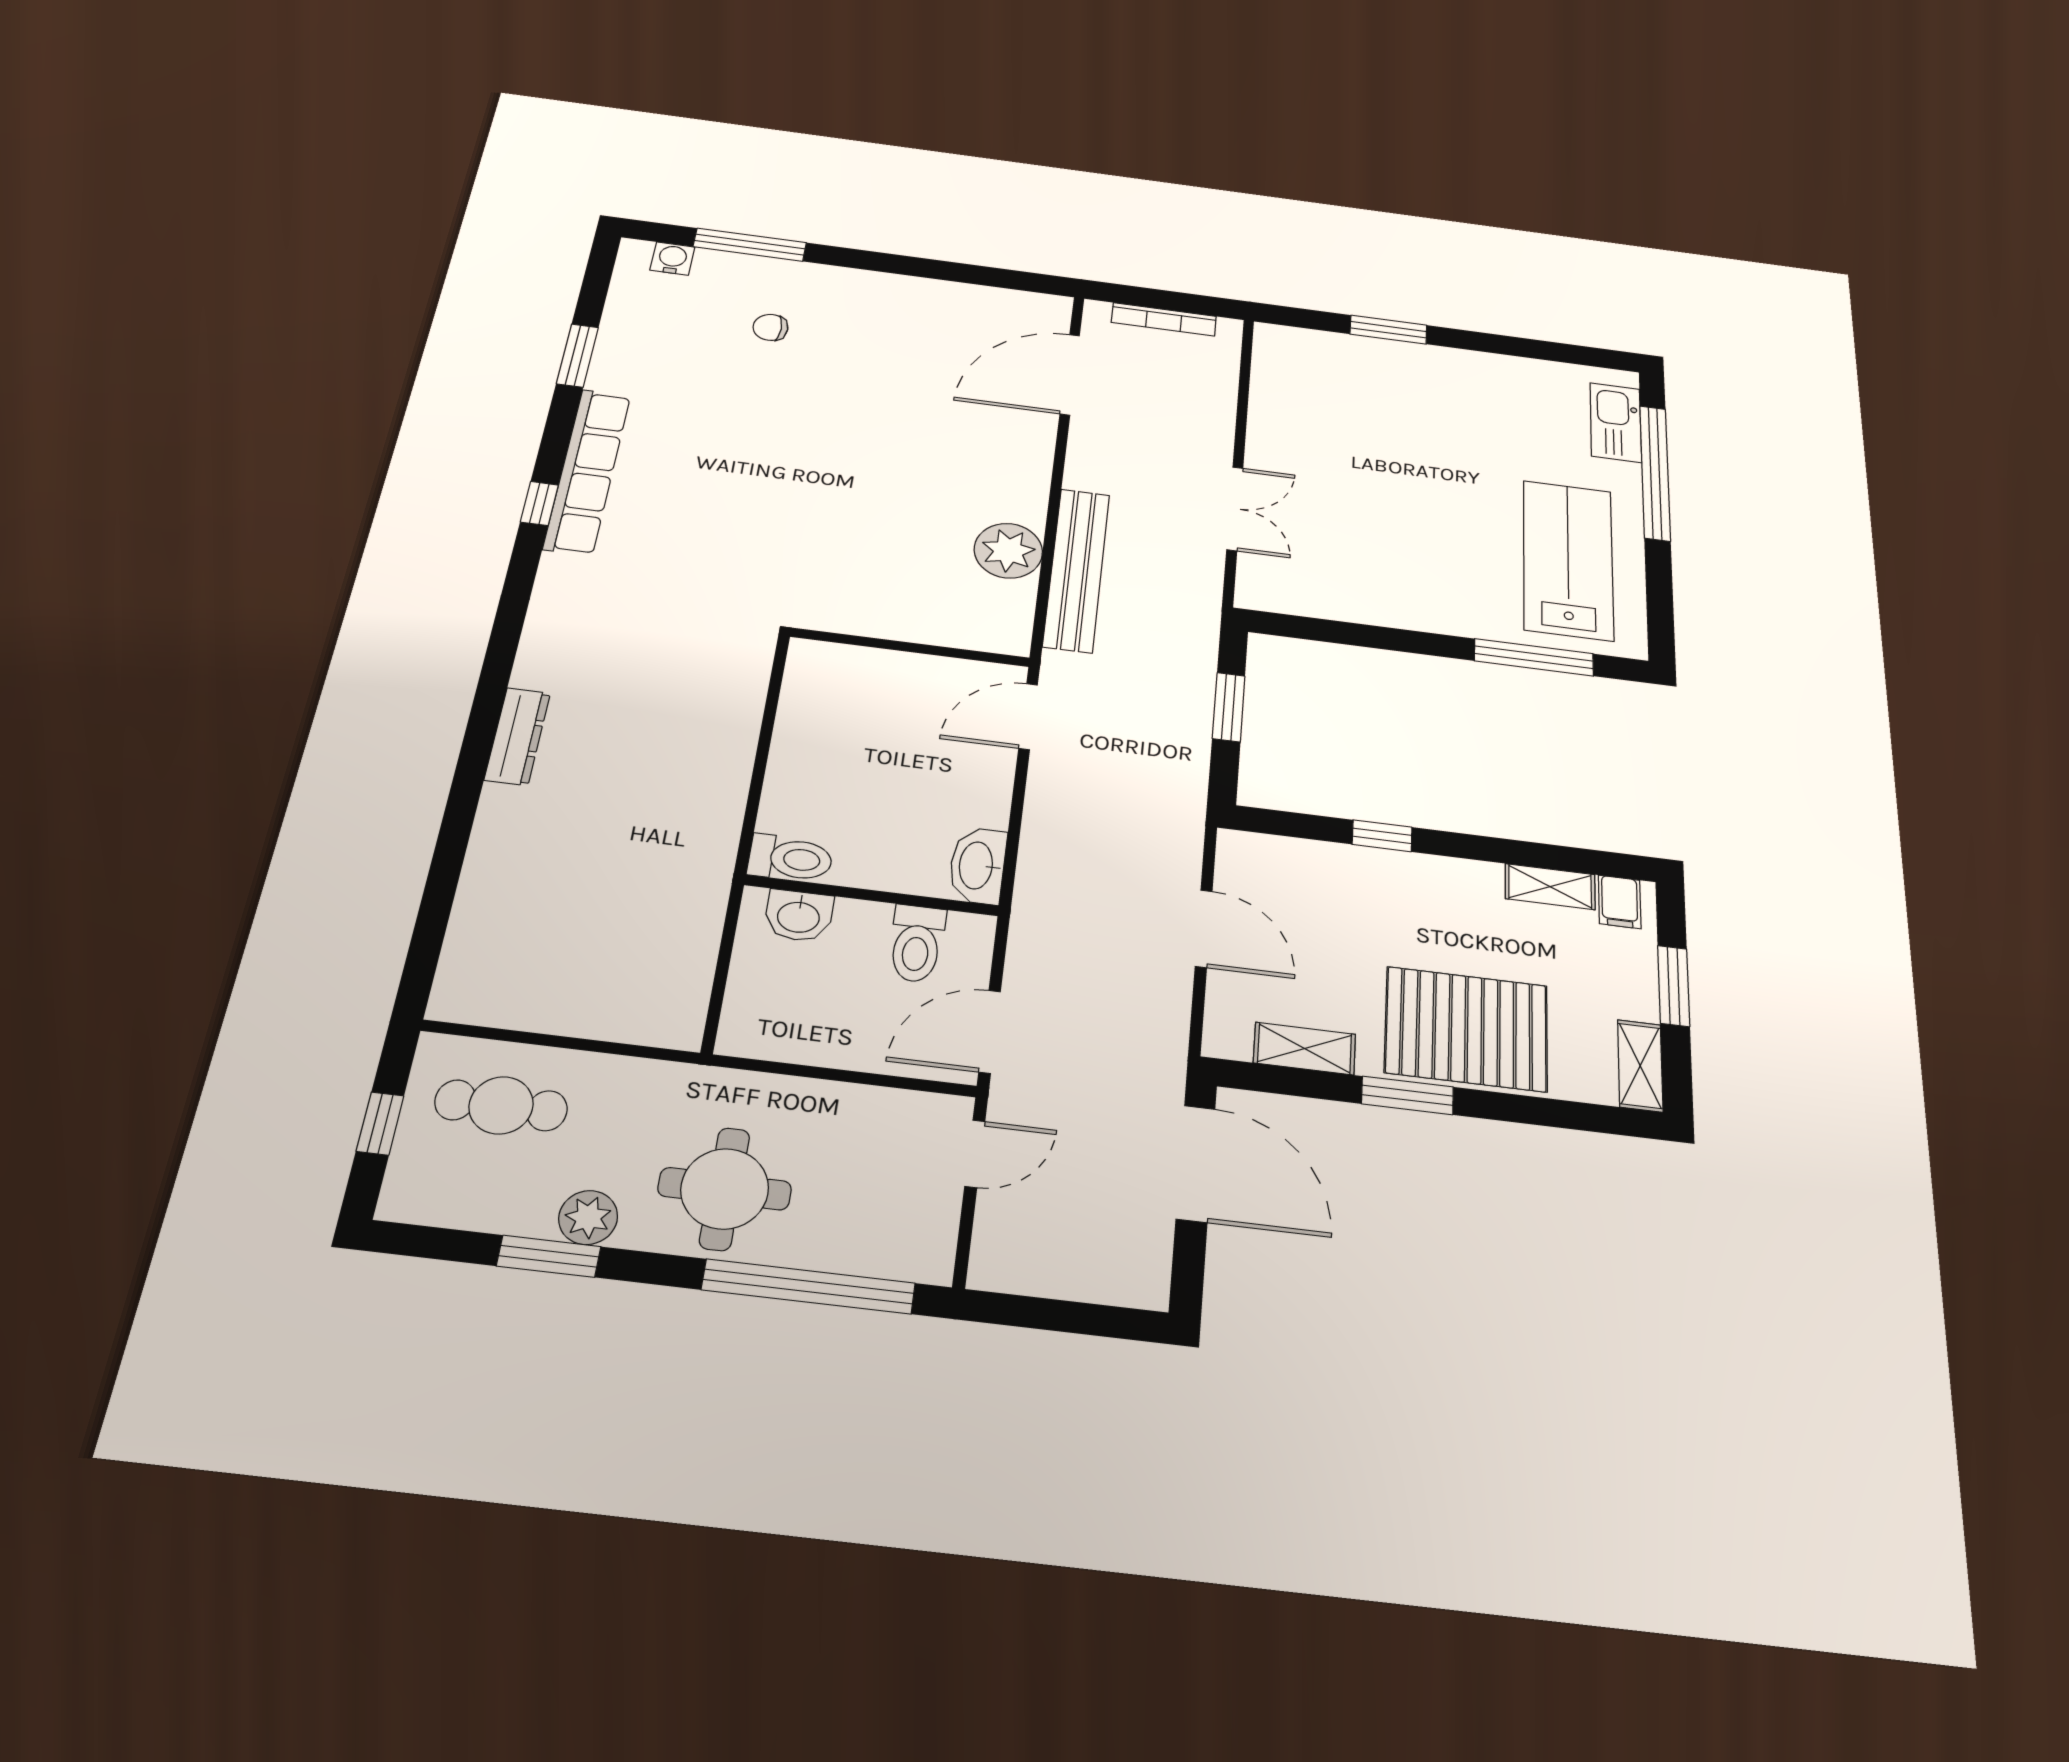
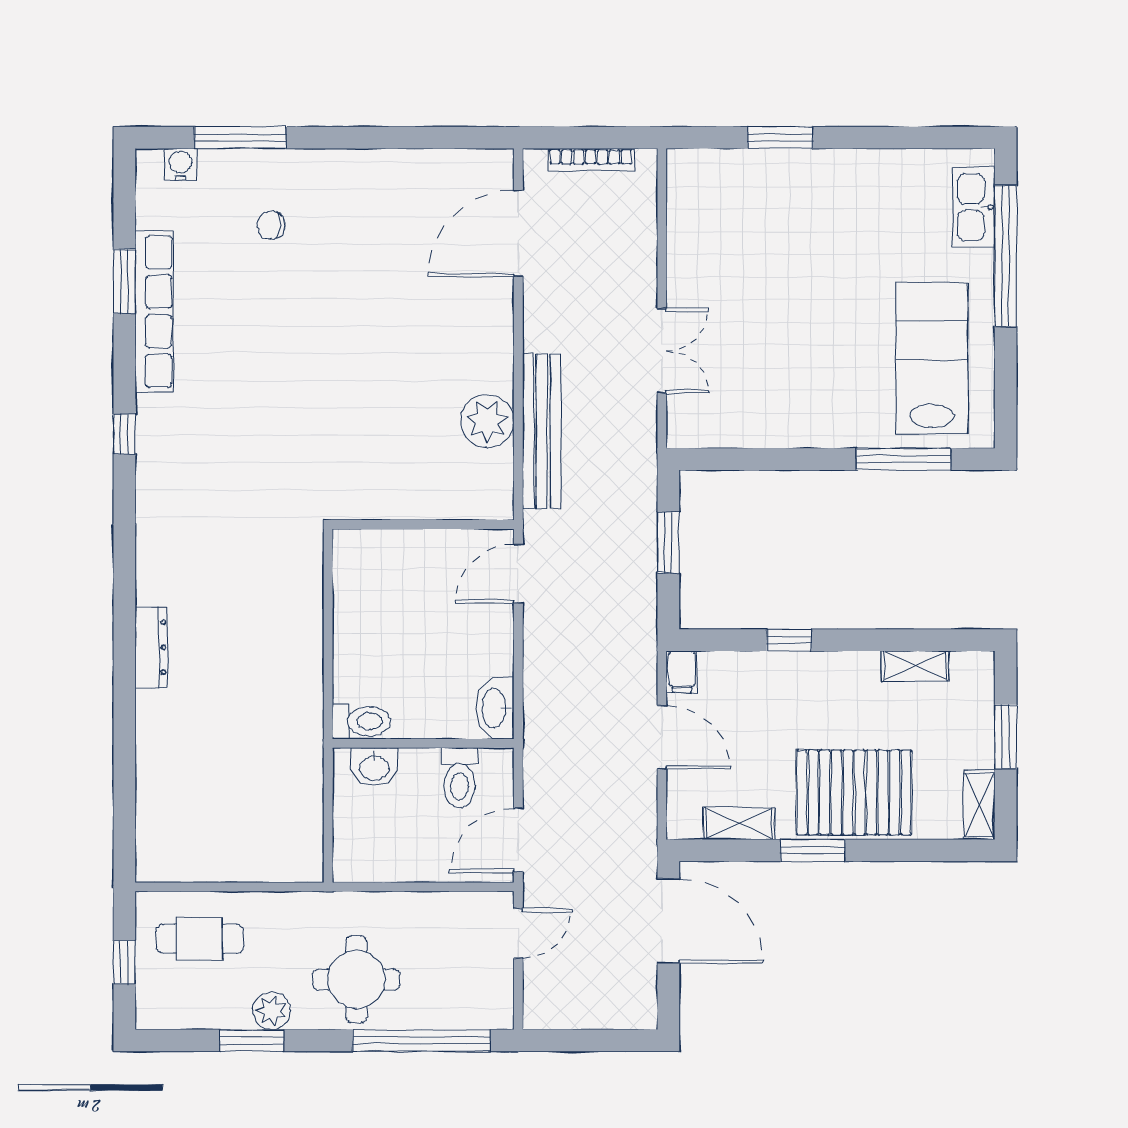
row of seats: (587, 471) -> (154, 312), moved
filing cabinet: (1620, 902) -> (682, 672), moved

